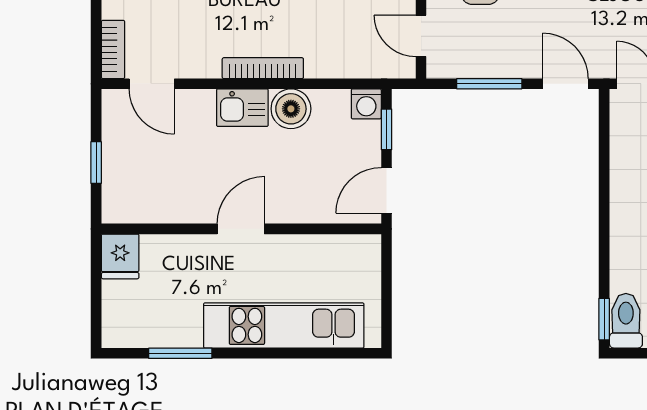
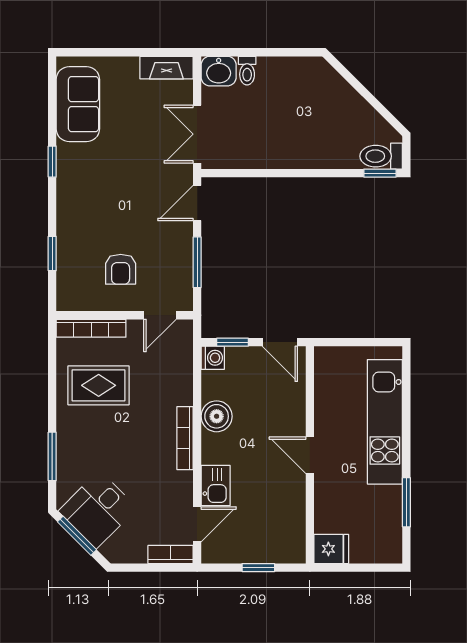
kitchen sink: (242, 108) -> (216, 486), moved

